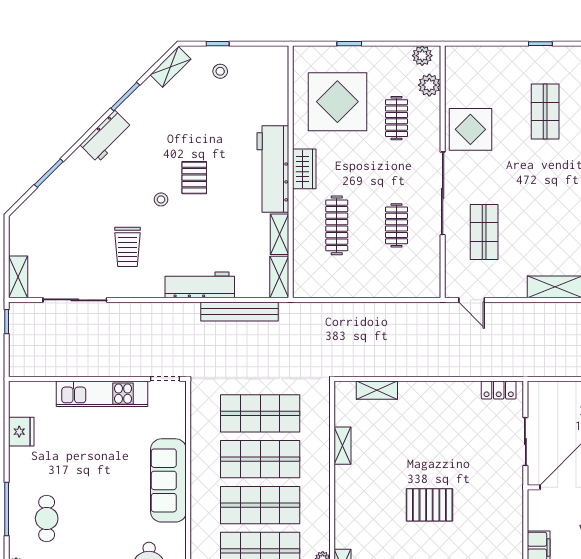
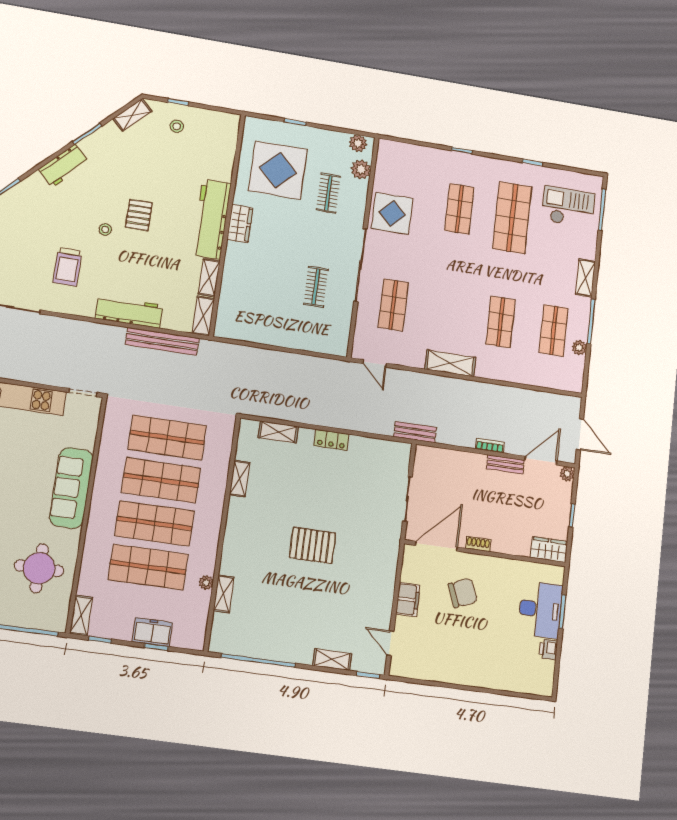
clothes rail: (337, 225) -> (262, 278), removed
bench: (525, 368) -> (415, 432), added
locker: (499, 390) -> (331, 440), moved

